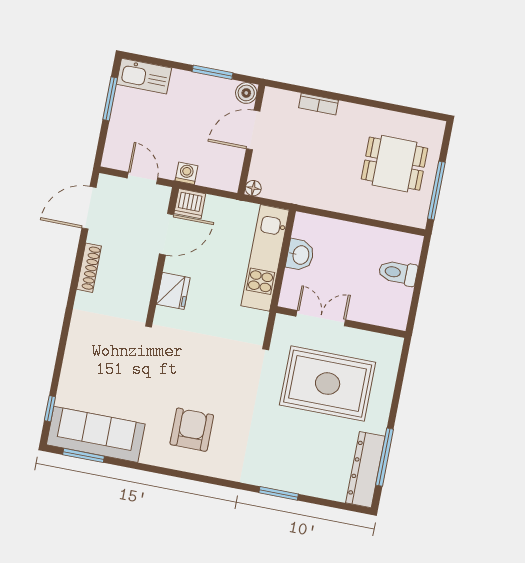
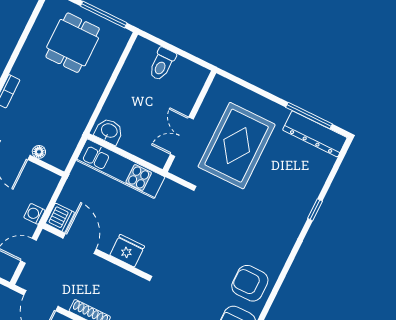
floor lamp: (253, 188) -> (39, 152), moved
washbasin: (300, 255) -> (109, 131), moved
armchair: (192, 430) -> (250, 283), moved
window: (279, 493) -> (315, 210), width x0.67

